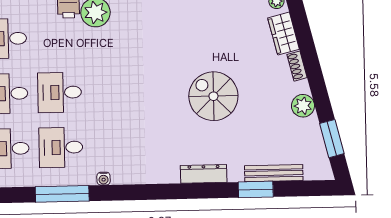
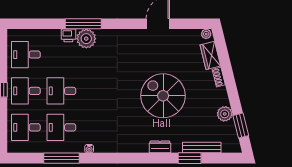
spiral stairs: (213, 96) -> (163, 96), width x1.37, depth x1.37
plant: (303, 106) -> (225, 114), moved
dresser: (204, 174) -> (160, 147), width x0.70

